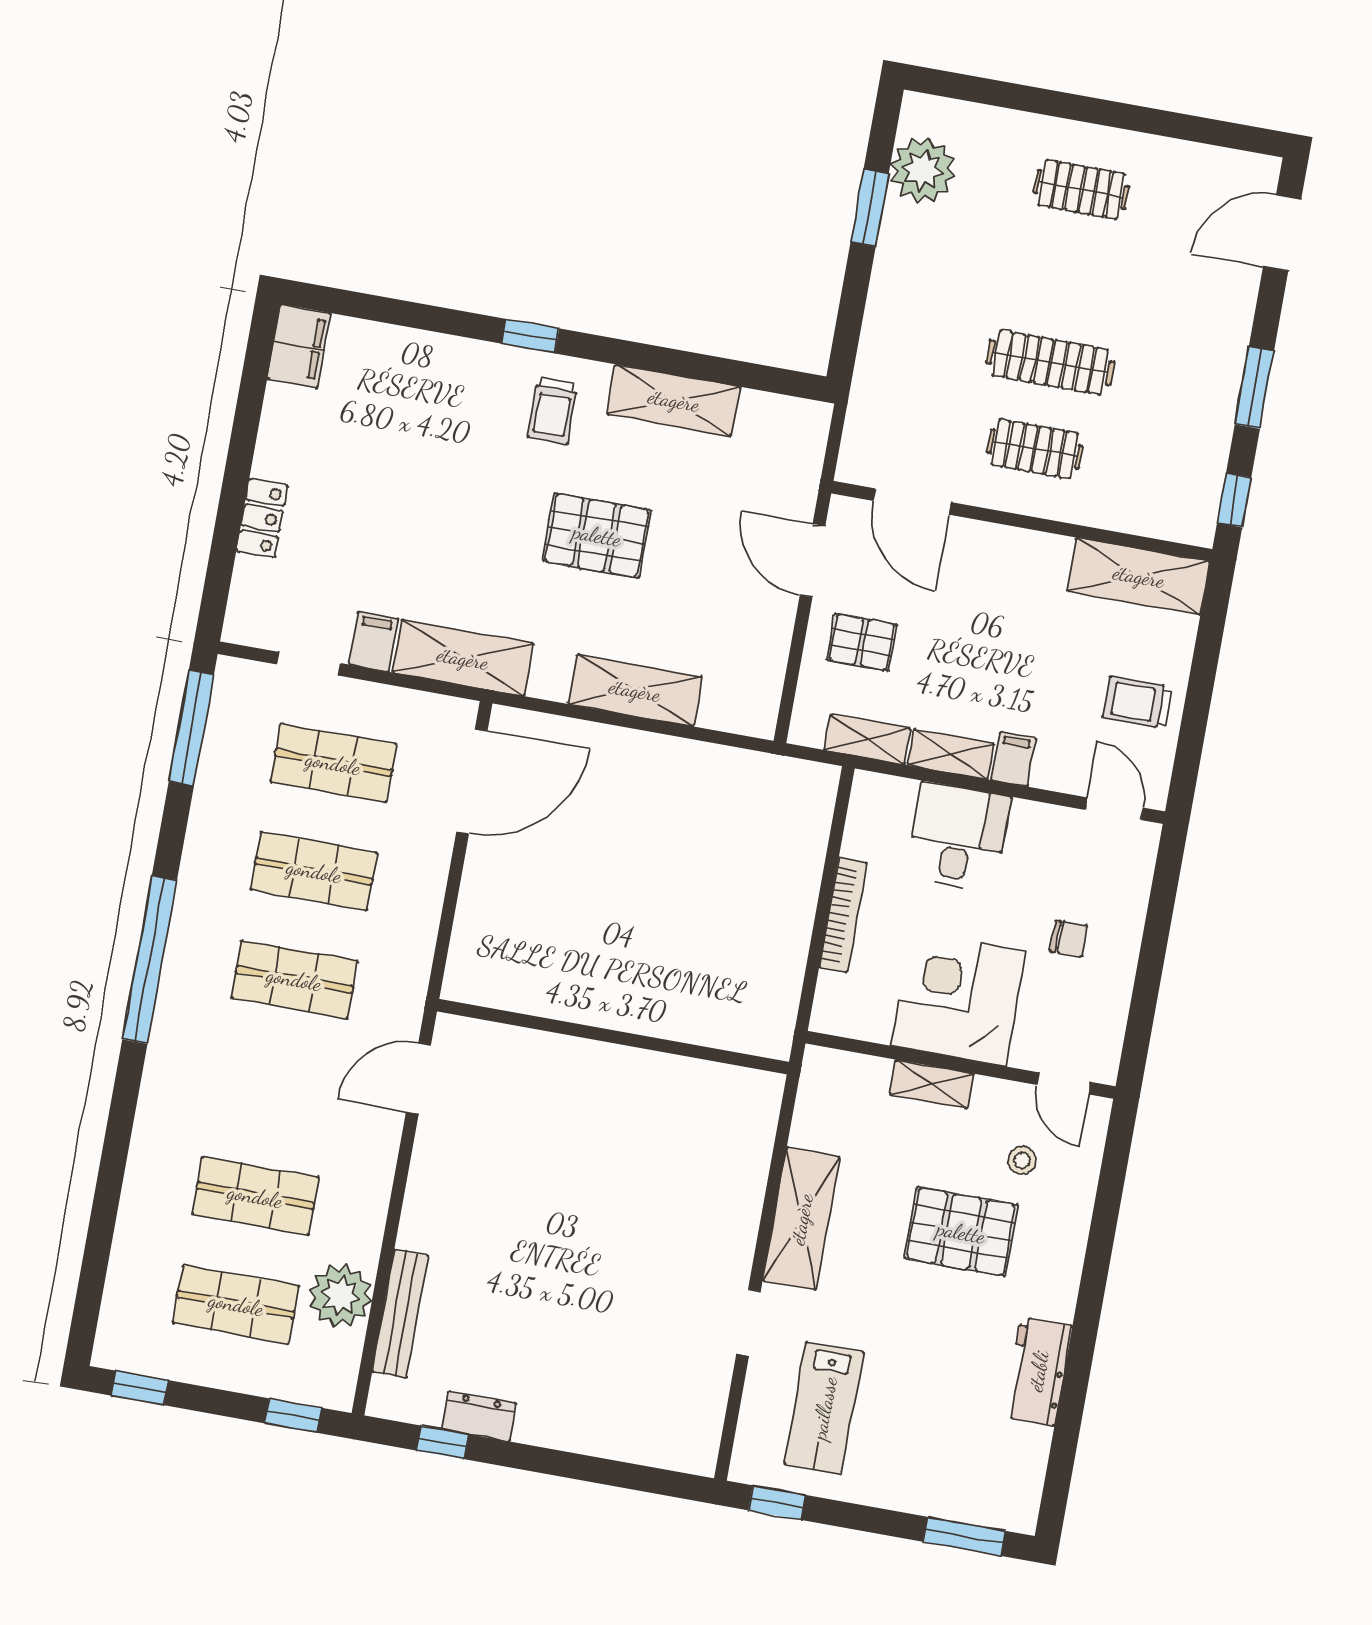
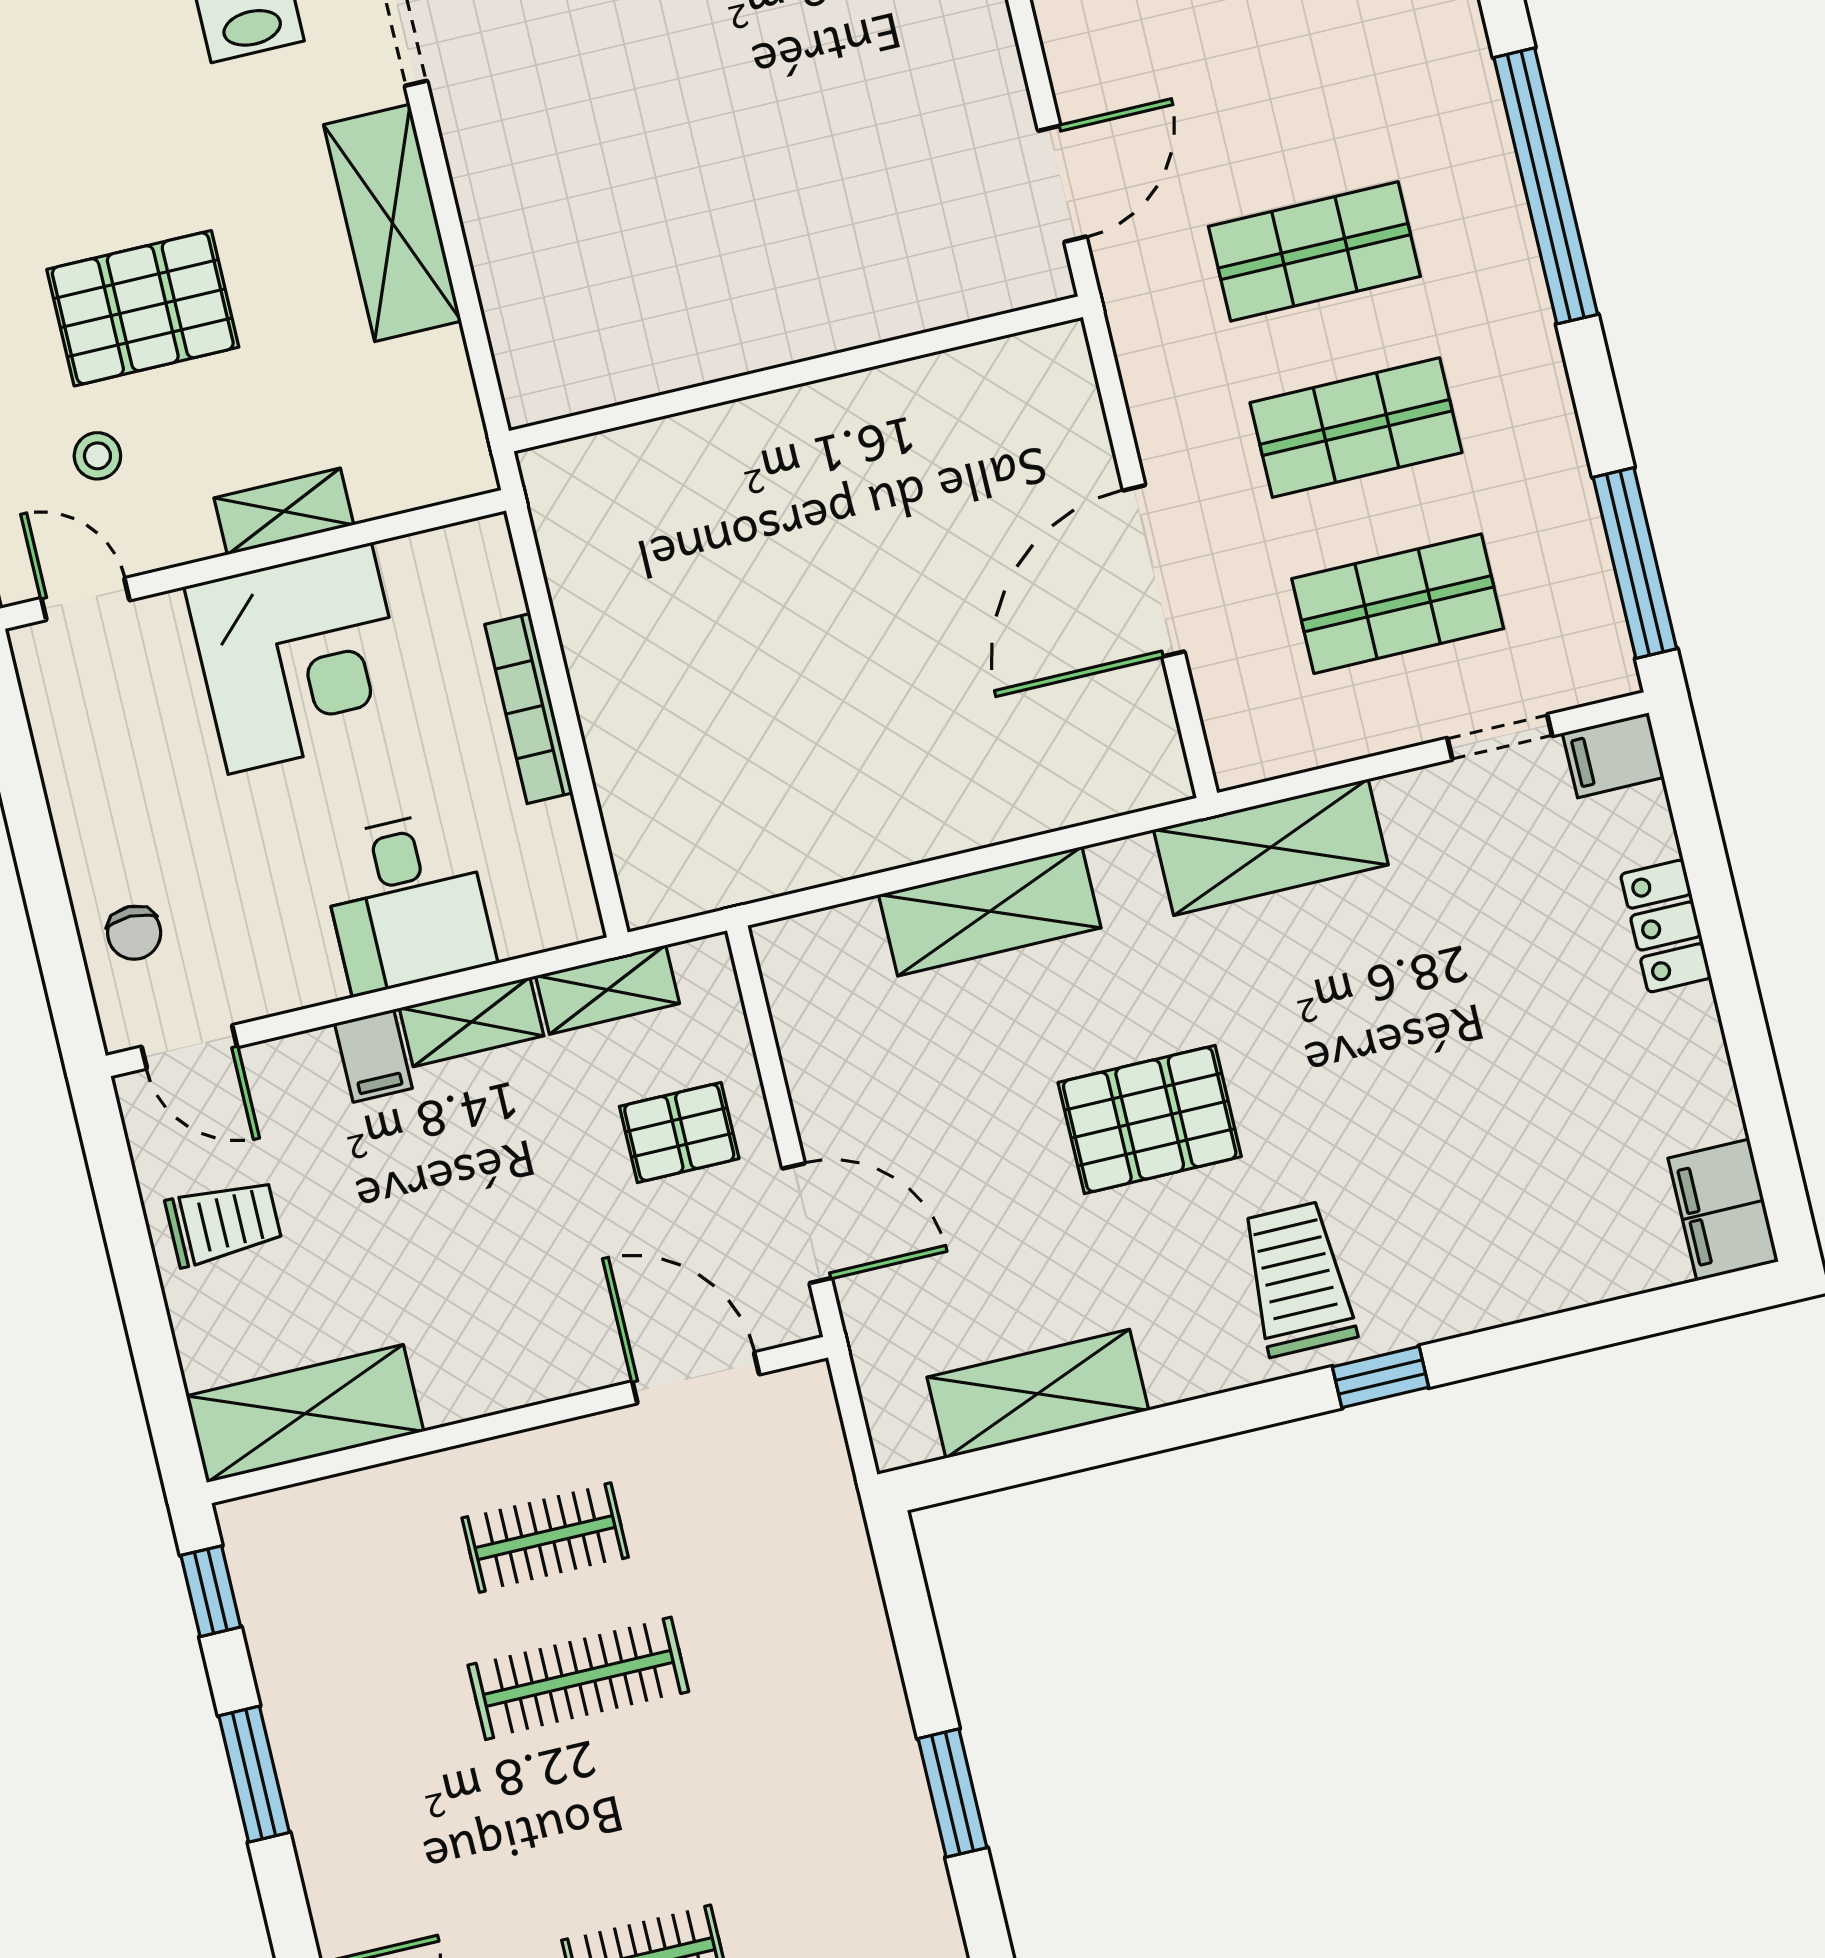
plant: (923, 170) -> (897, 1885), removed
shelving: (674, 400) -> (1038, 1394), moved
trolley: (553, 411) -> (1298, 1279), width x1.36, depth x1.39
filing cabinet: (374, 642) -> (1613, 755), moved, turned 90
door: (472, 781) -> (1154, 571), moved
chair: (1068, 939) -> (134, 933), moved, turned -90

